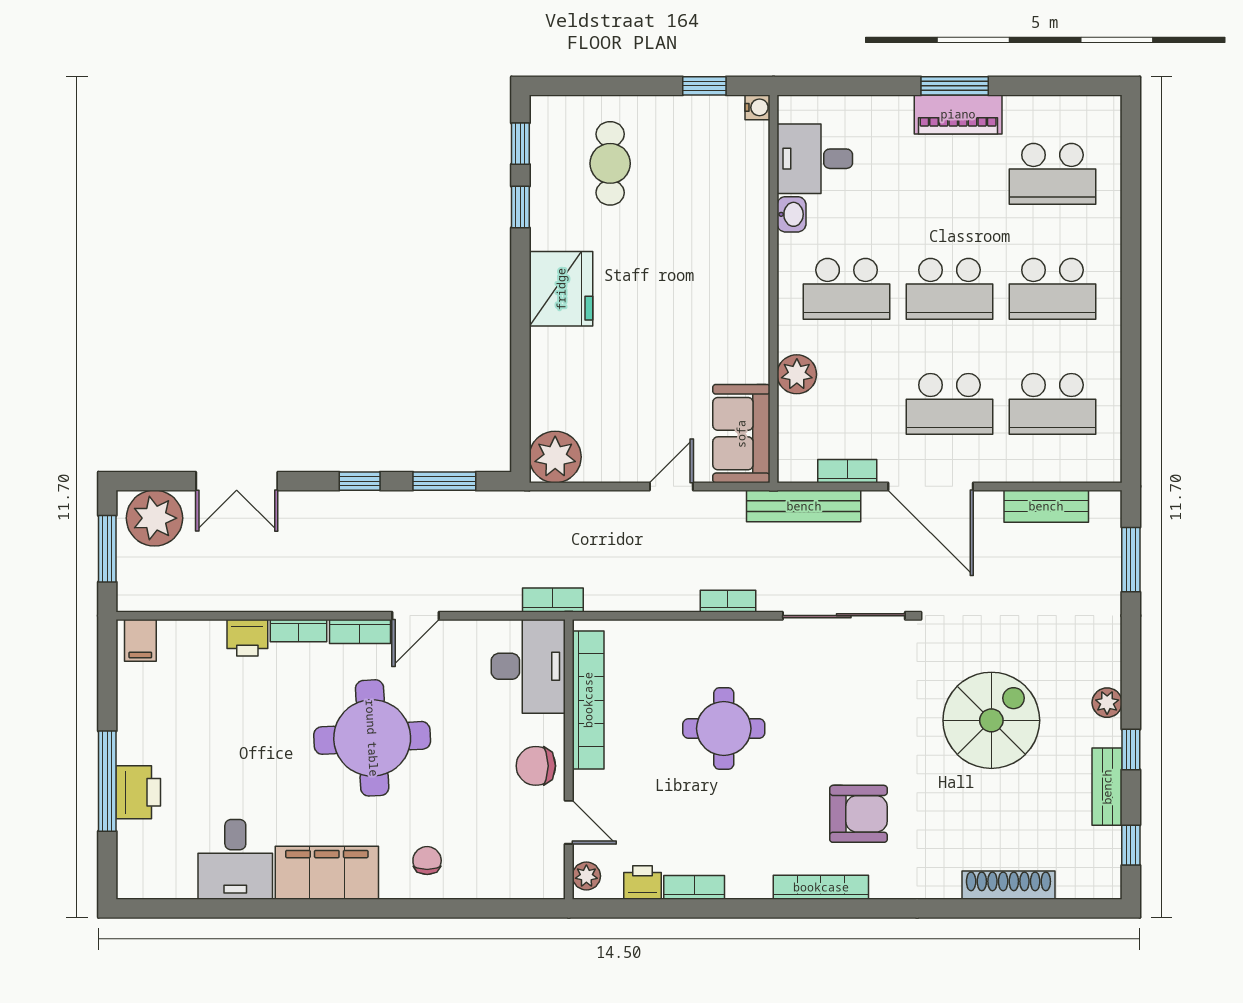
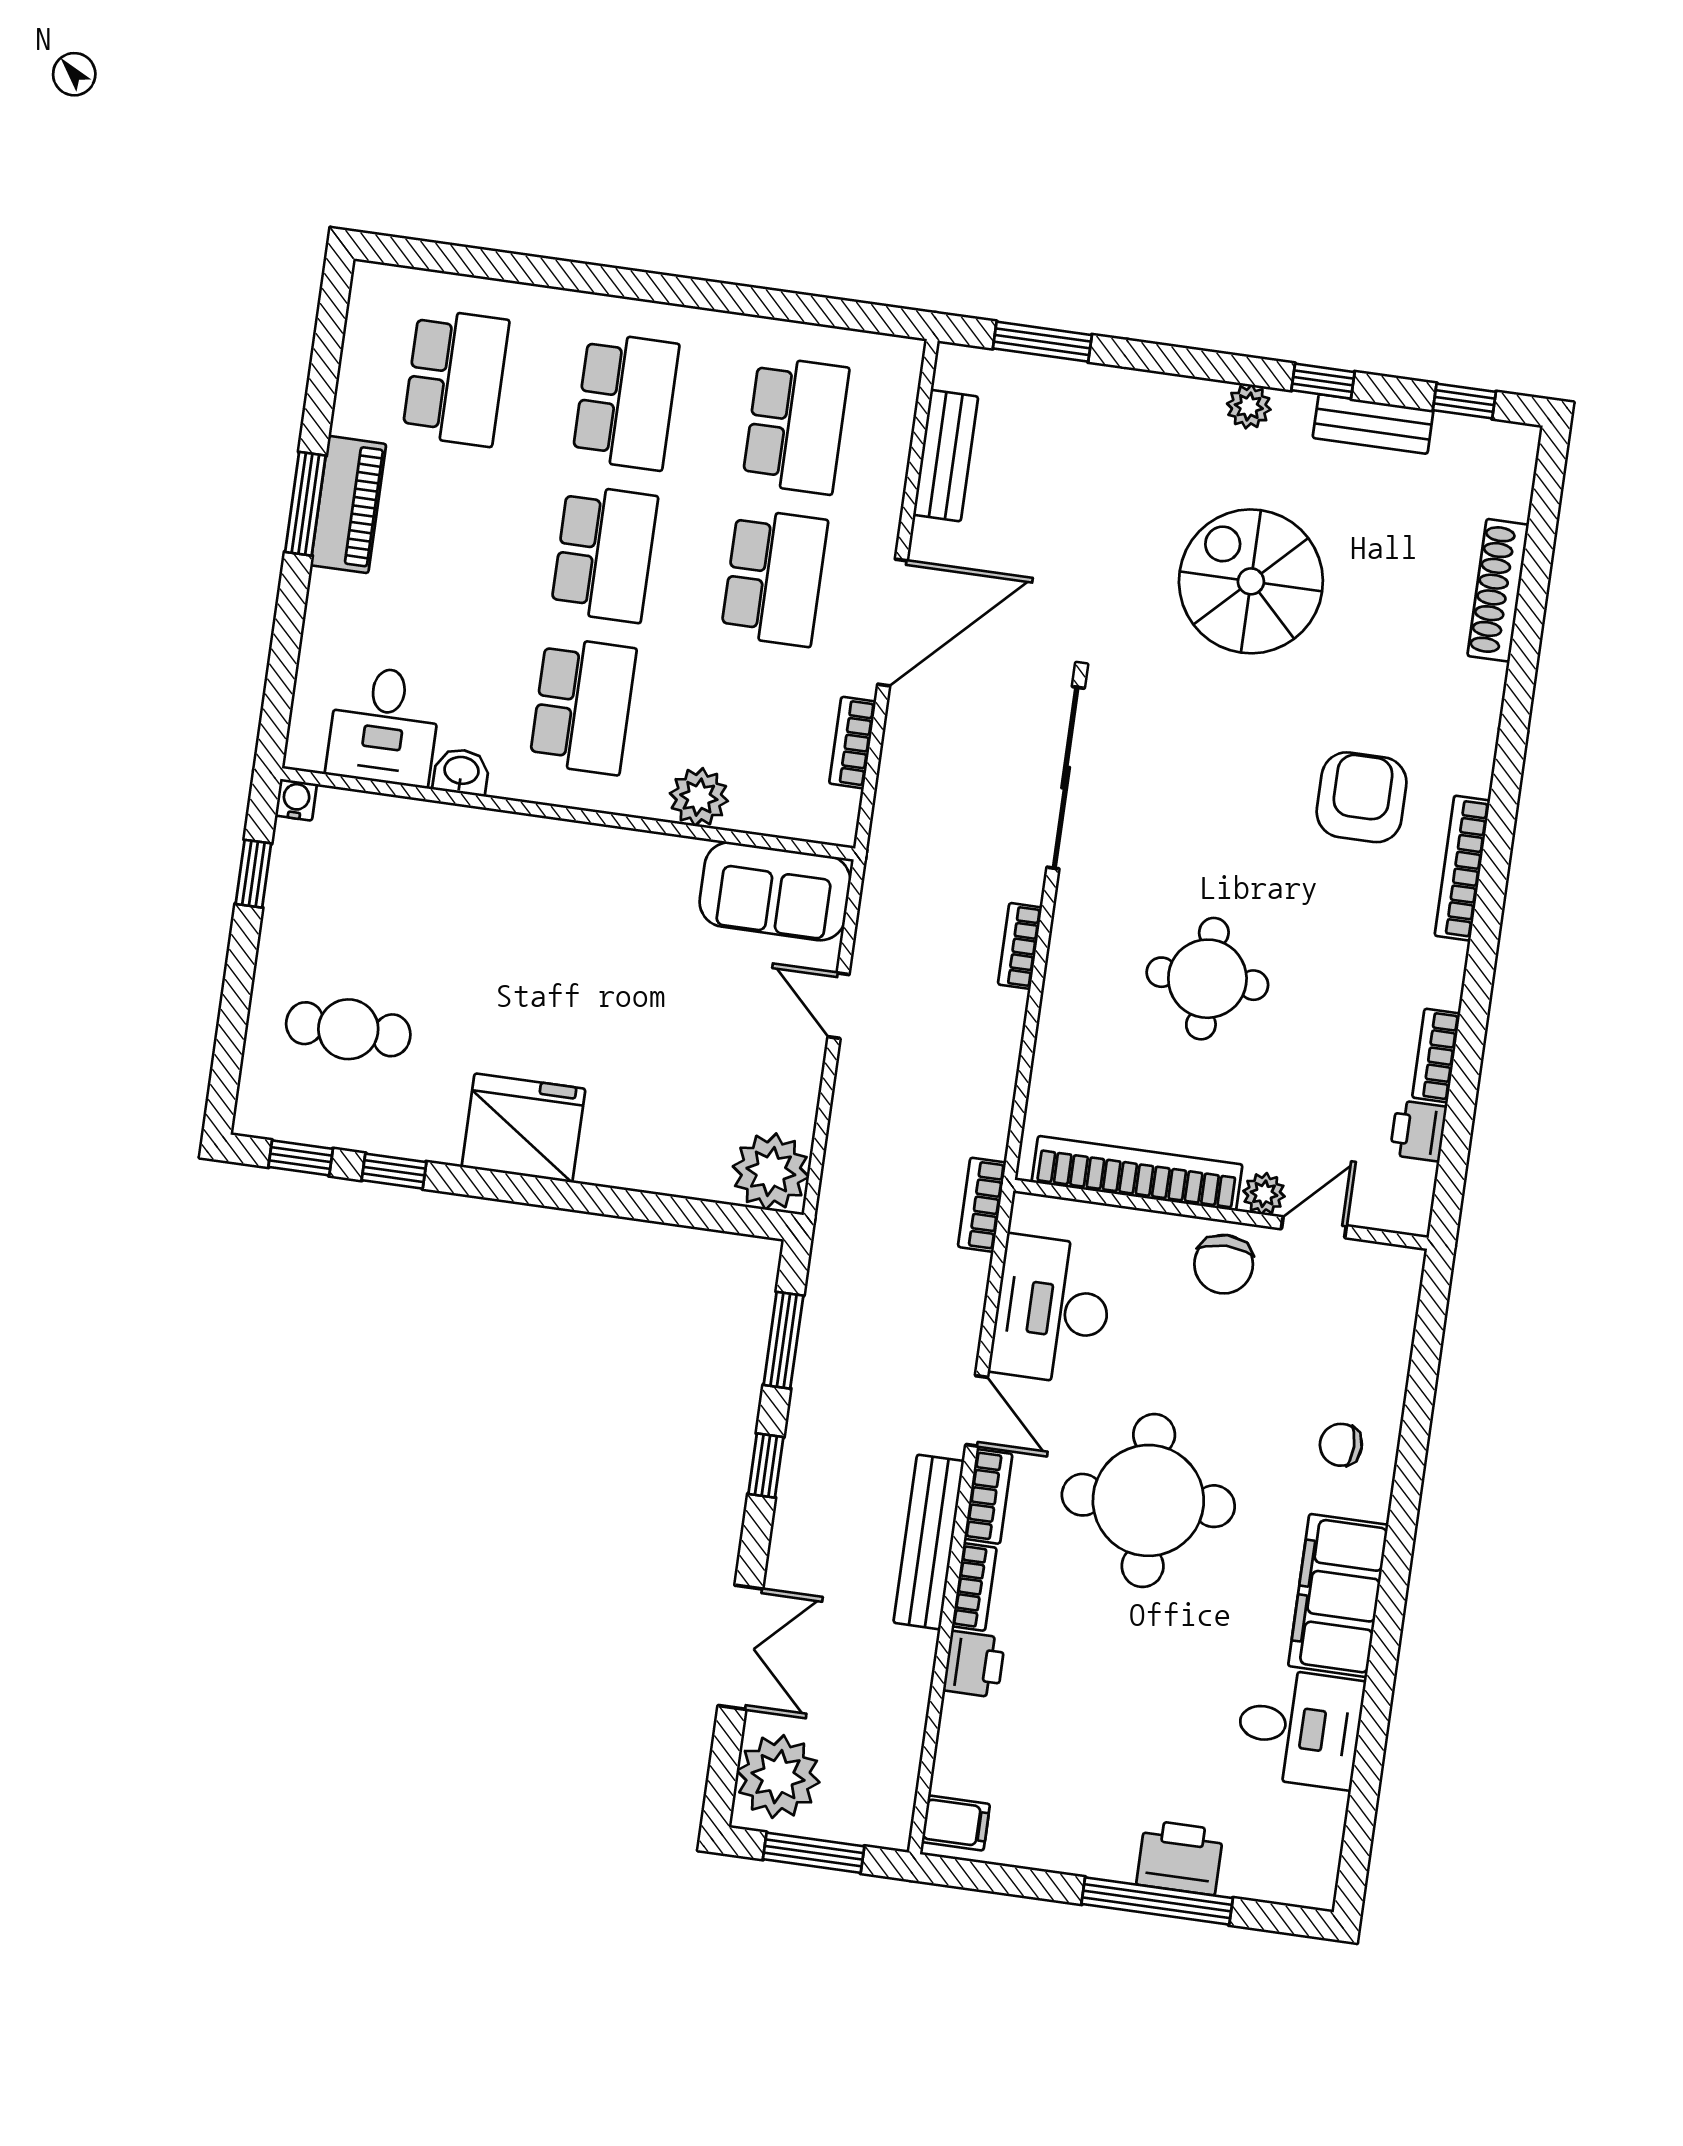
bench: (804, 506) -> (929, 1542), moved
desk: (528, 666) -> (1052, 1310), moved, turned -90
plant: (586, 876) -> (1264, 1194), moved

